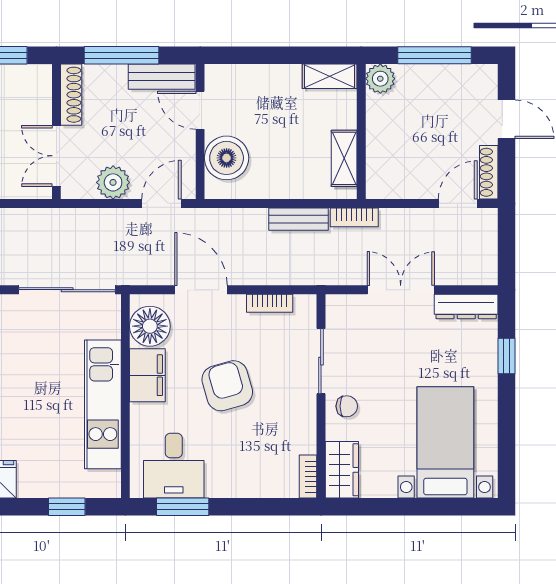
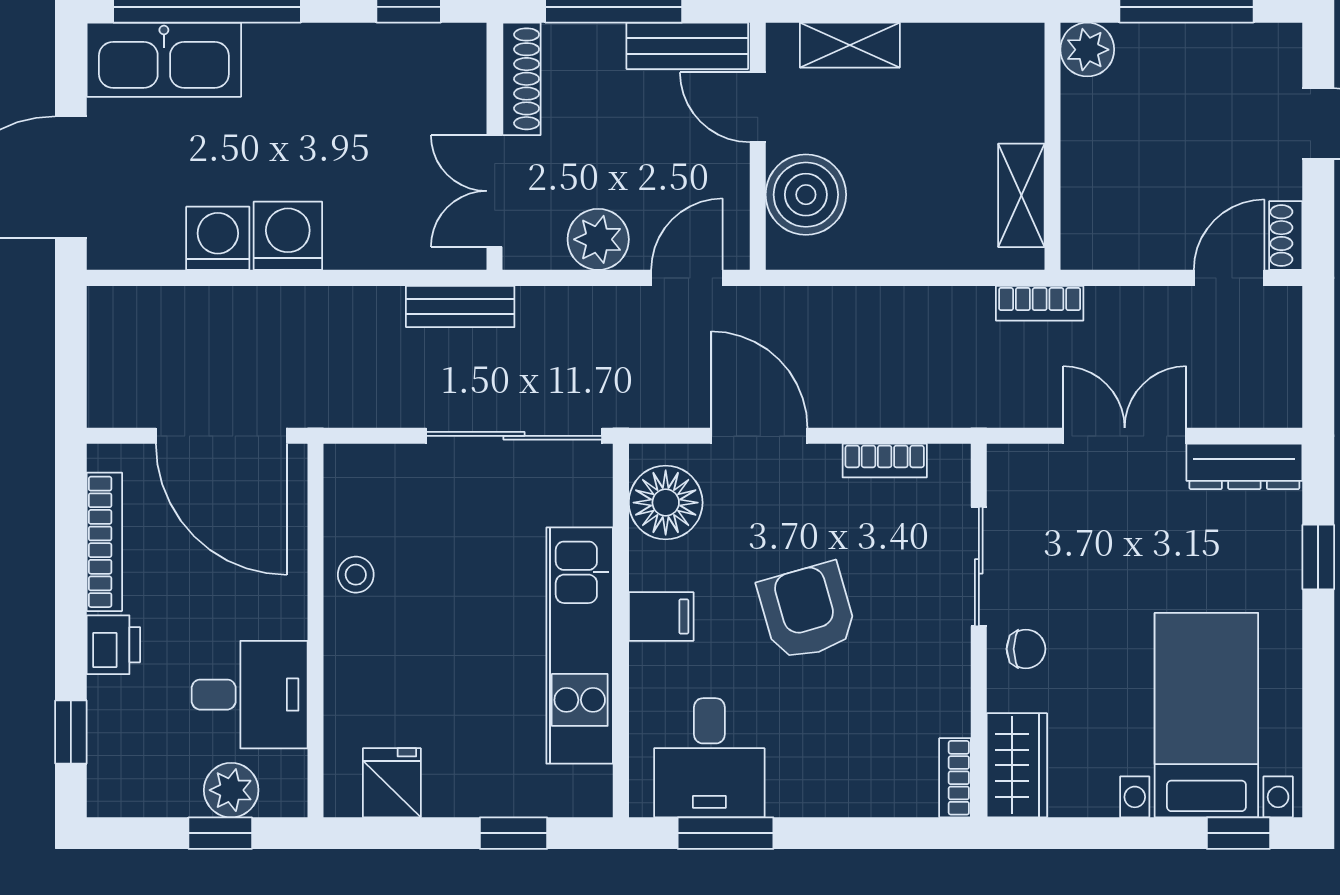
shelving: (330, 76) -> (850, 45), moved
shoe rack: (489, 172) -> (1286, 236), width x0.70
bench: (298, 219) -> (460, 306), moved
filing cabinet: (147, 375) -> (661, 616), width x0.50
window: (463, 507) -> (1238, 833), added

